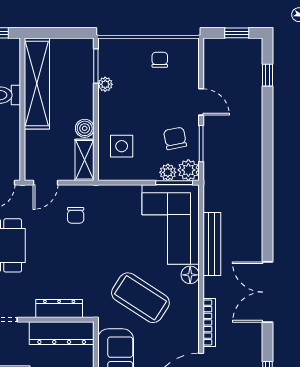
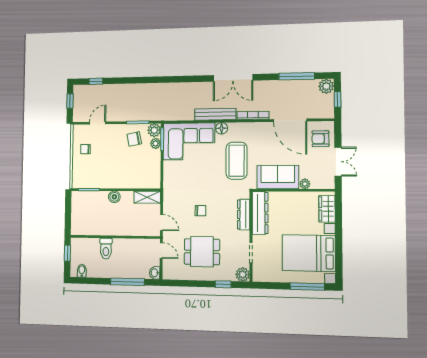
shelving: (37, 83) -> (99, 227), removed
plant: (105, 84) -> (100, 184), removed
door: (201, 102) -> (98, 123), moved
boiler: (85, 128) -> (114, 197), moved
side table: (122, 146) -> (139, 173), removed
chair: (76, 215) -> (200, 211), moved
bench: (212, 244) -> (215, 114), moved
coffee table: (140, 298) -> (237, 161), turned -33

